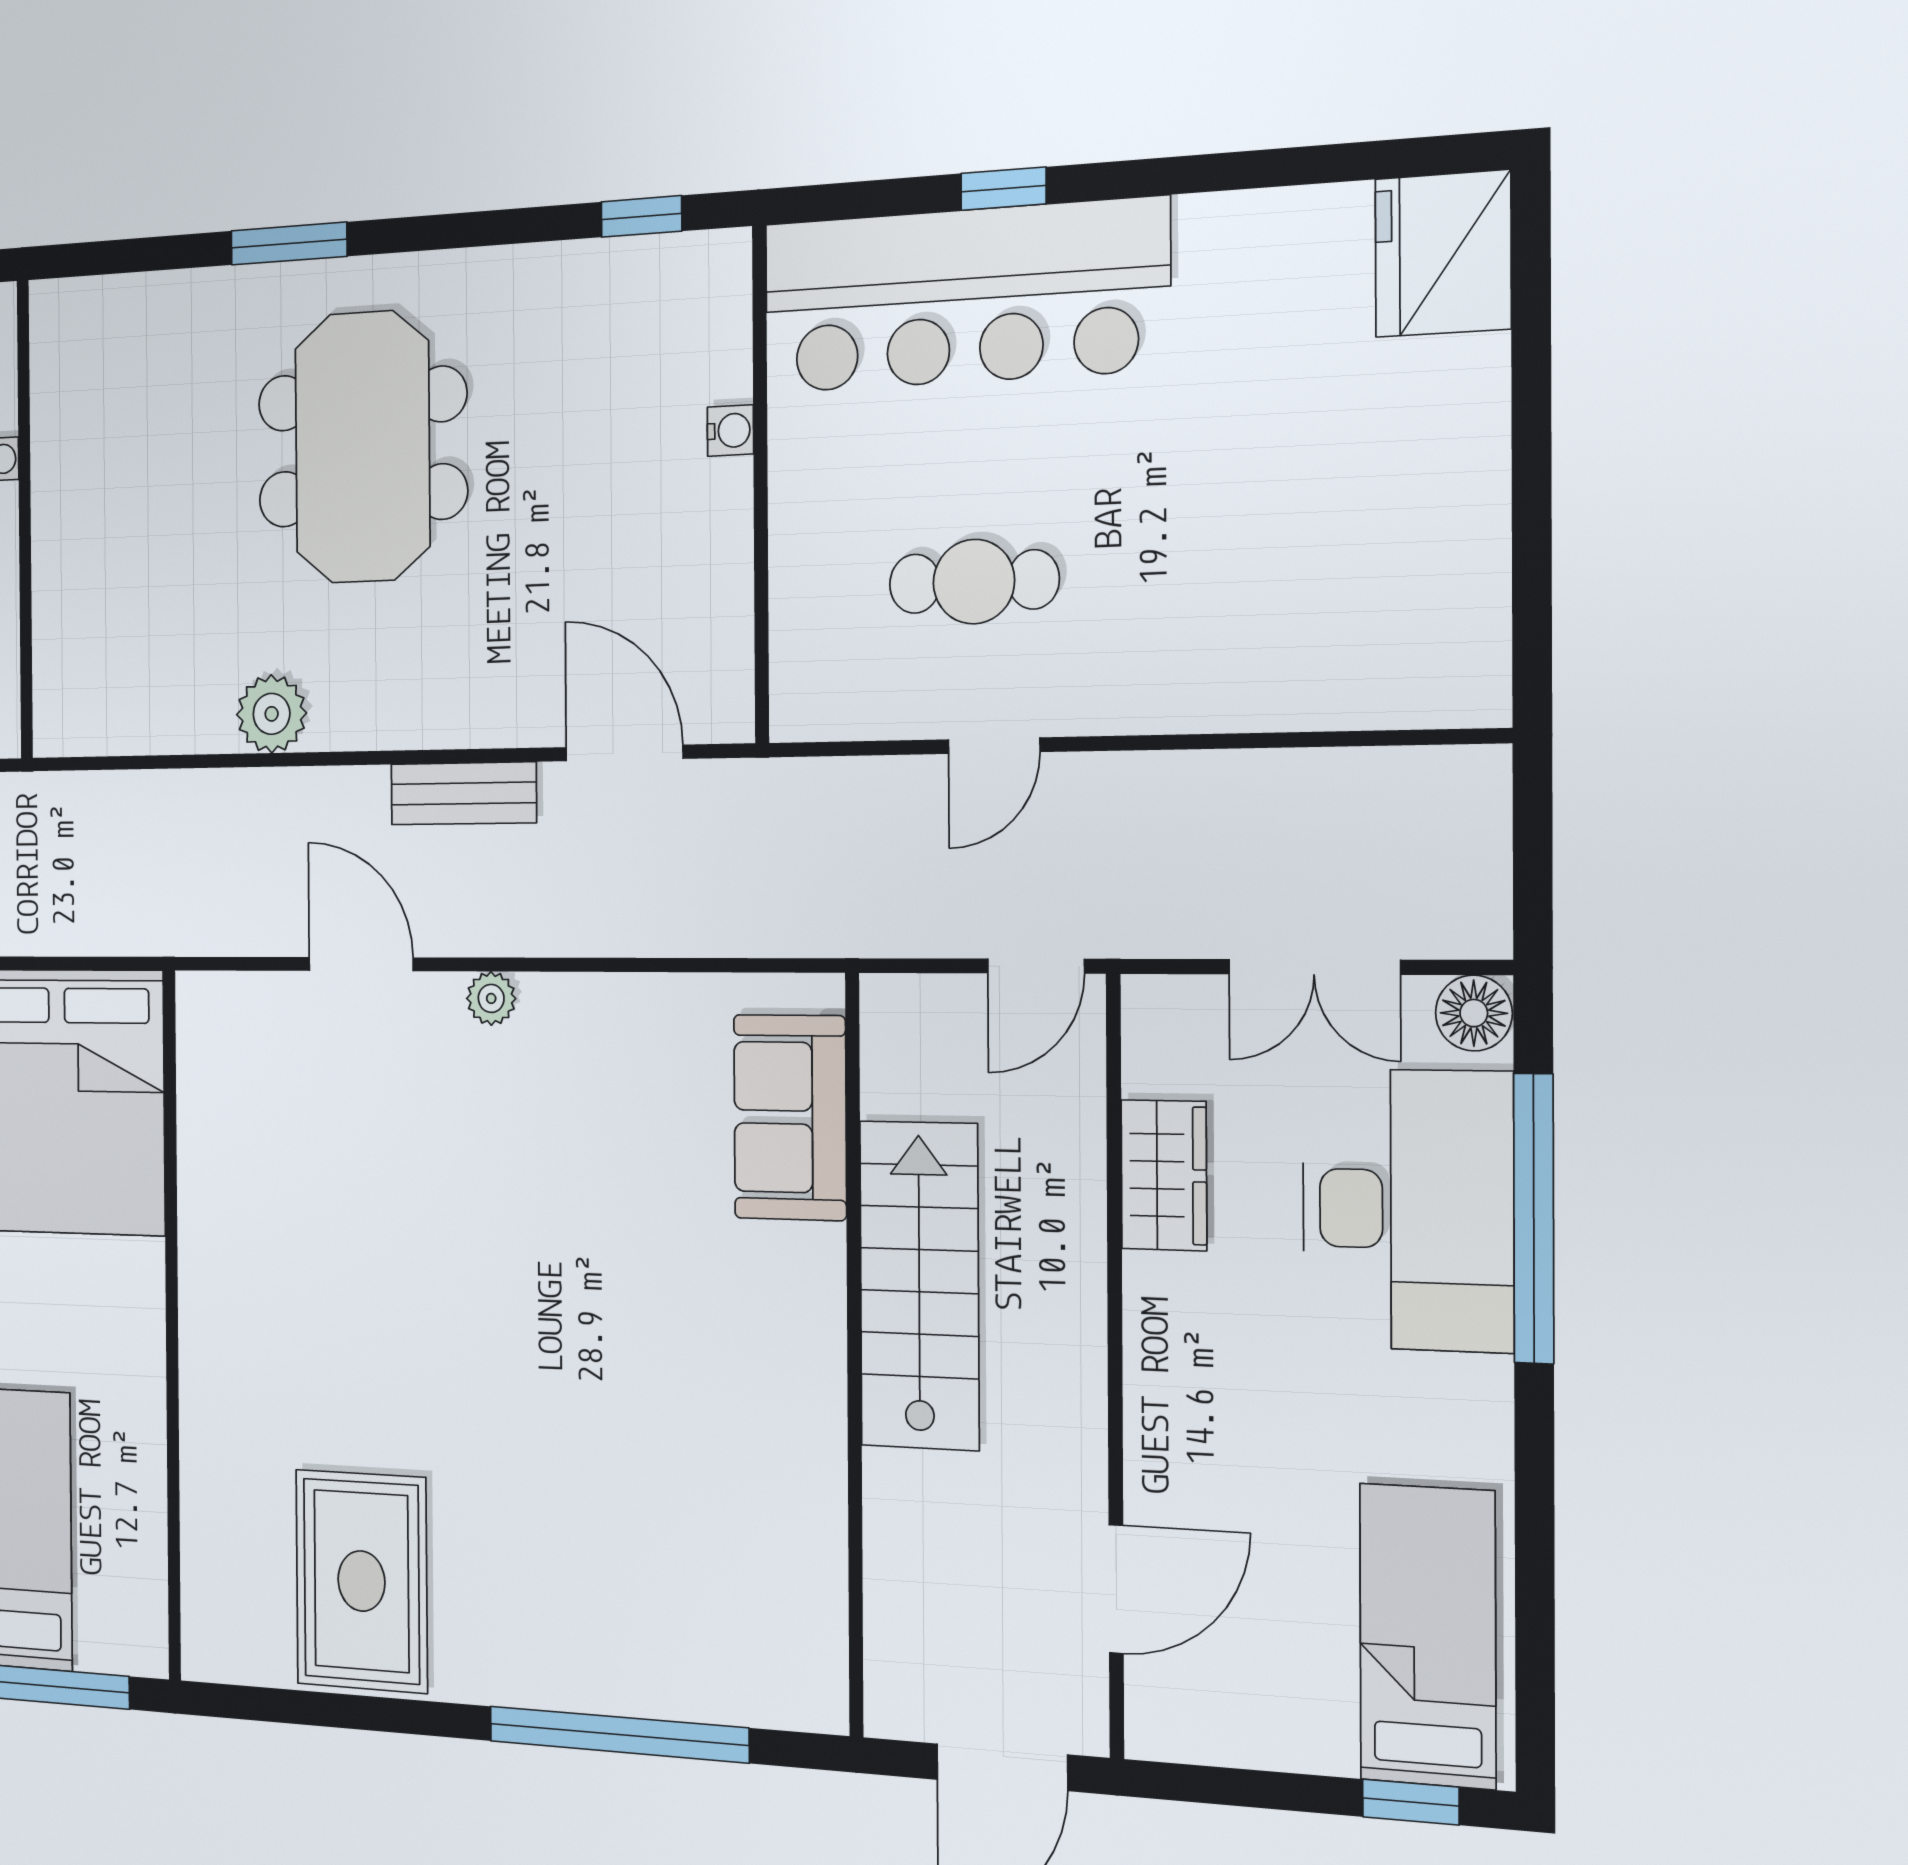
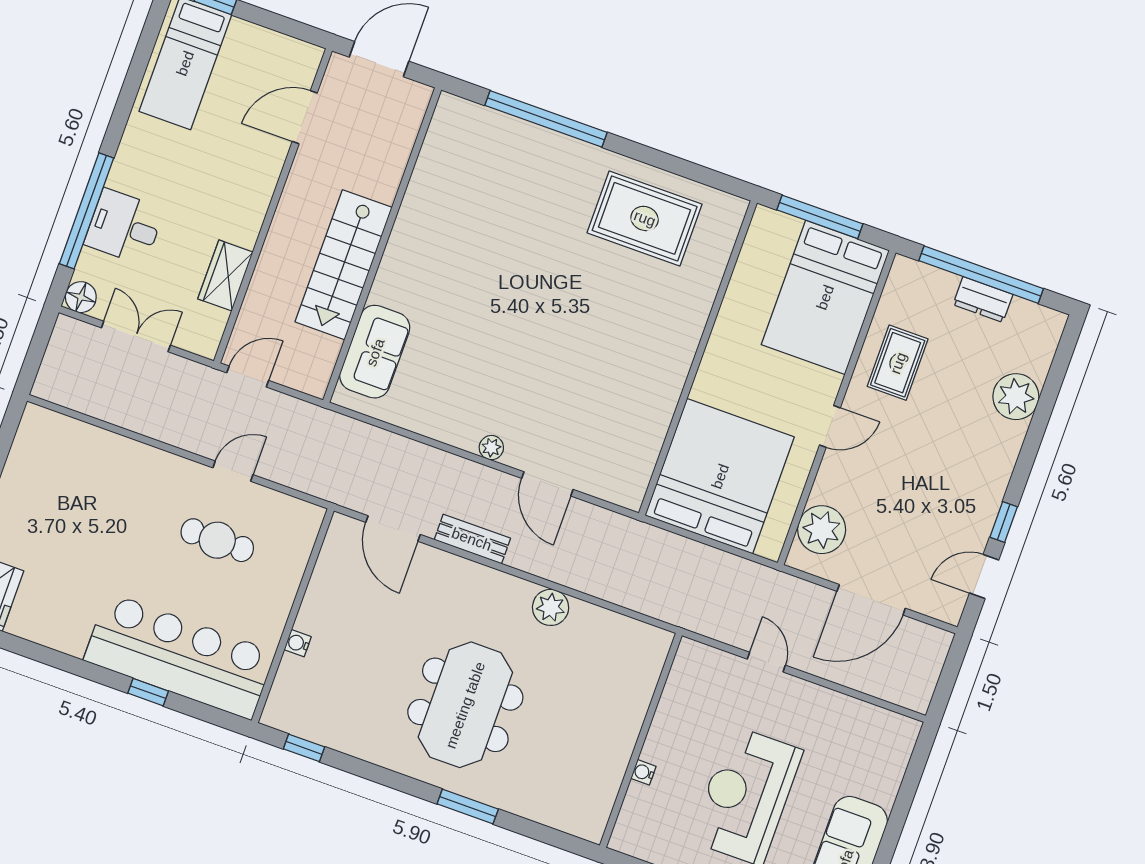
desk: (1408, 1210) -> (124, 227), width x0.53, depth x0.77
rug: (361, 1581) -> (645, 218), turned 90

